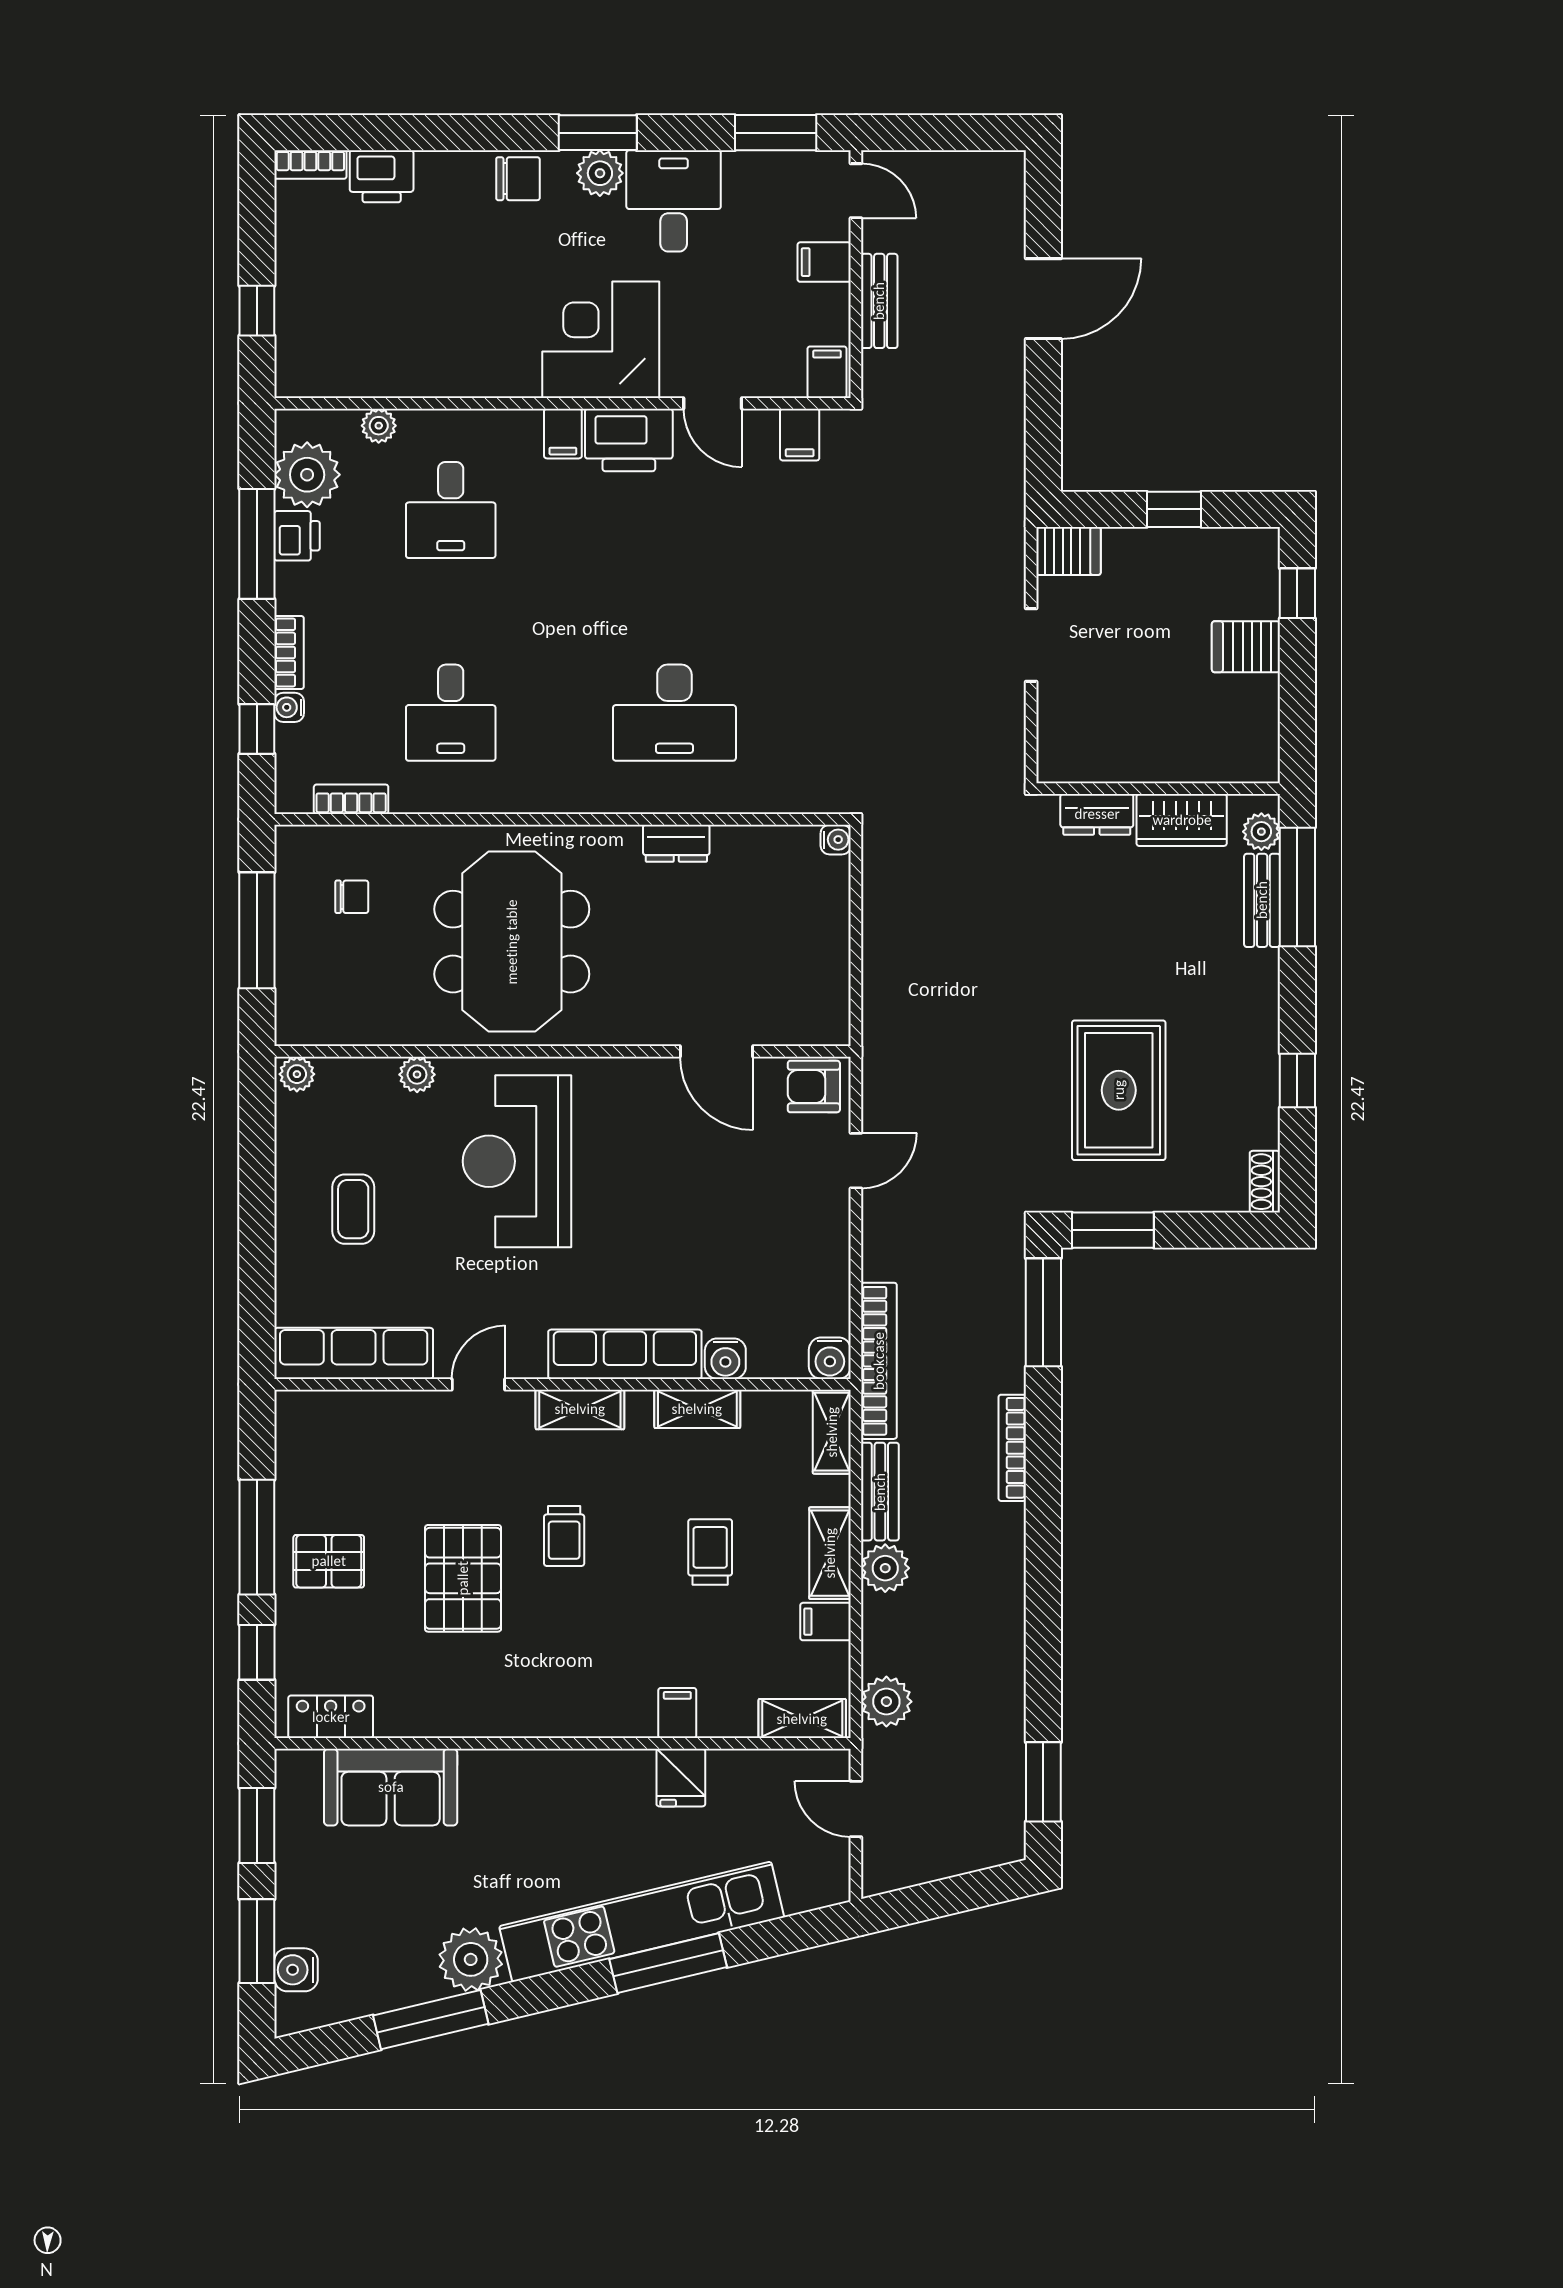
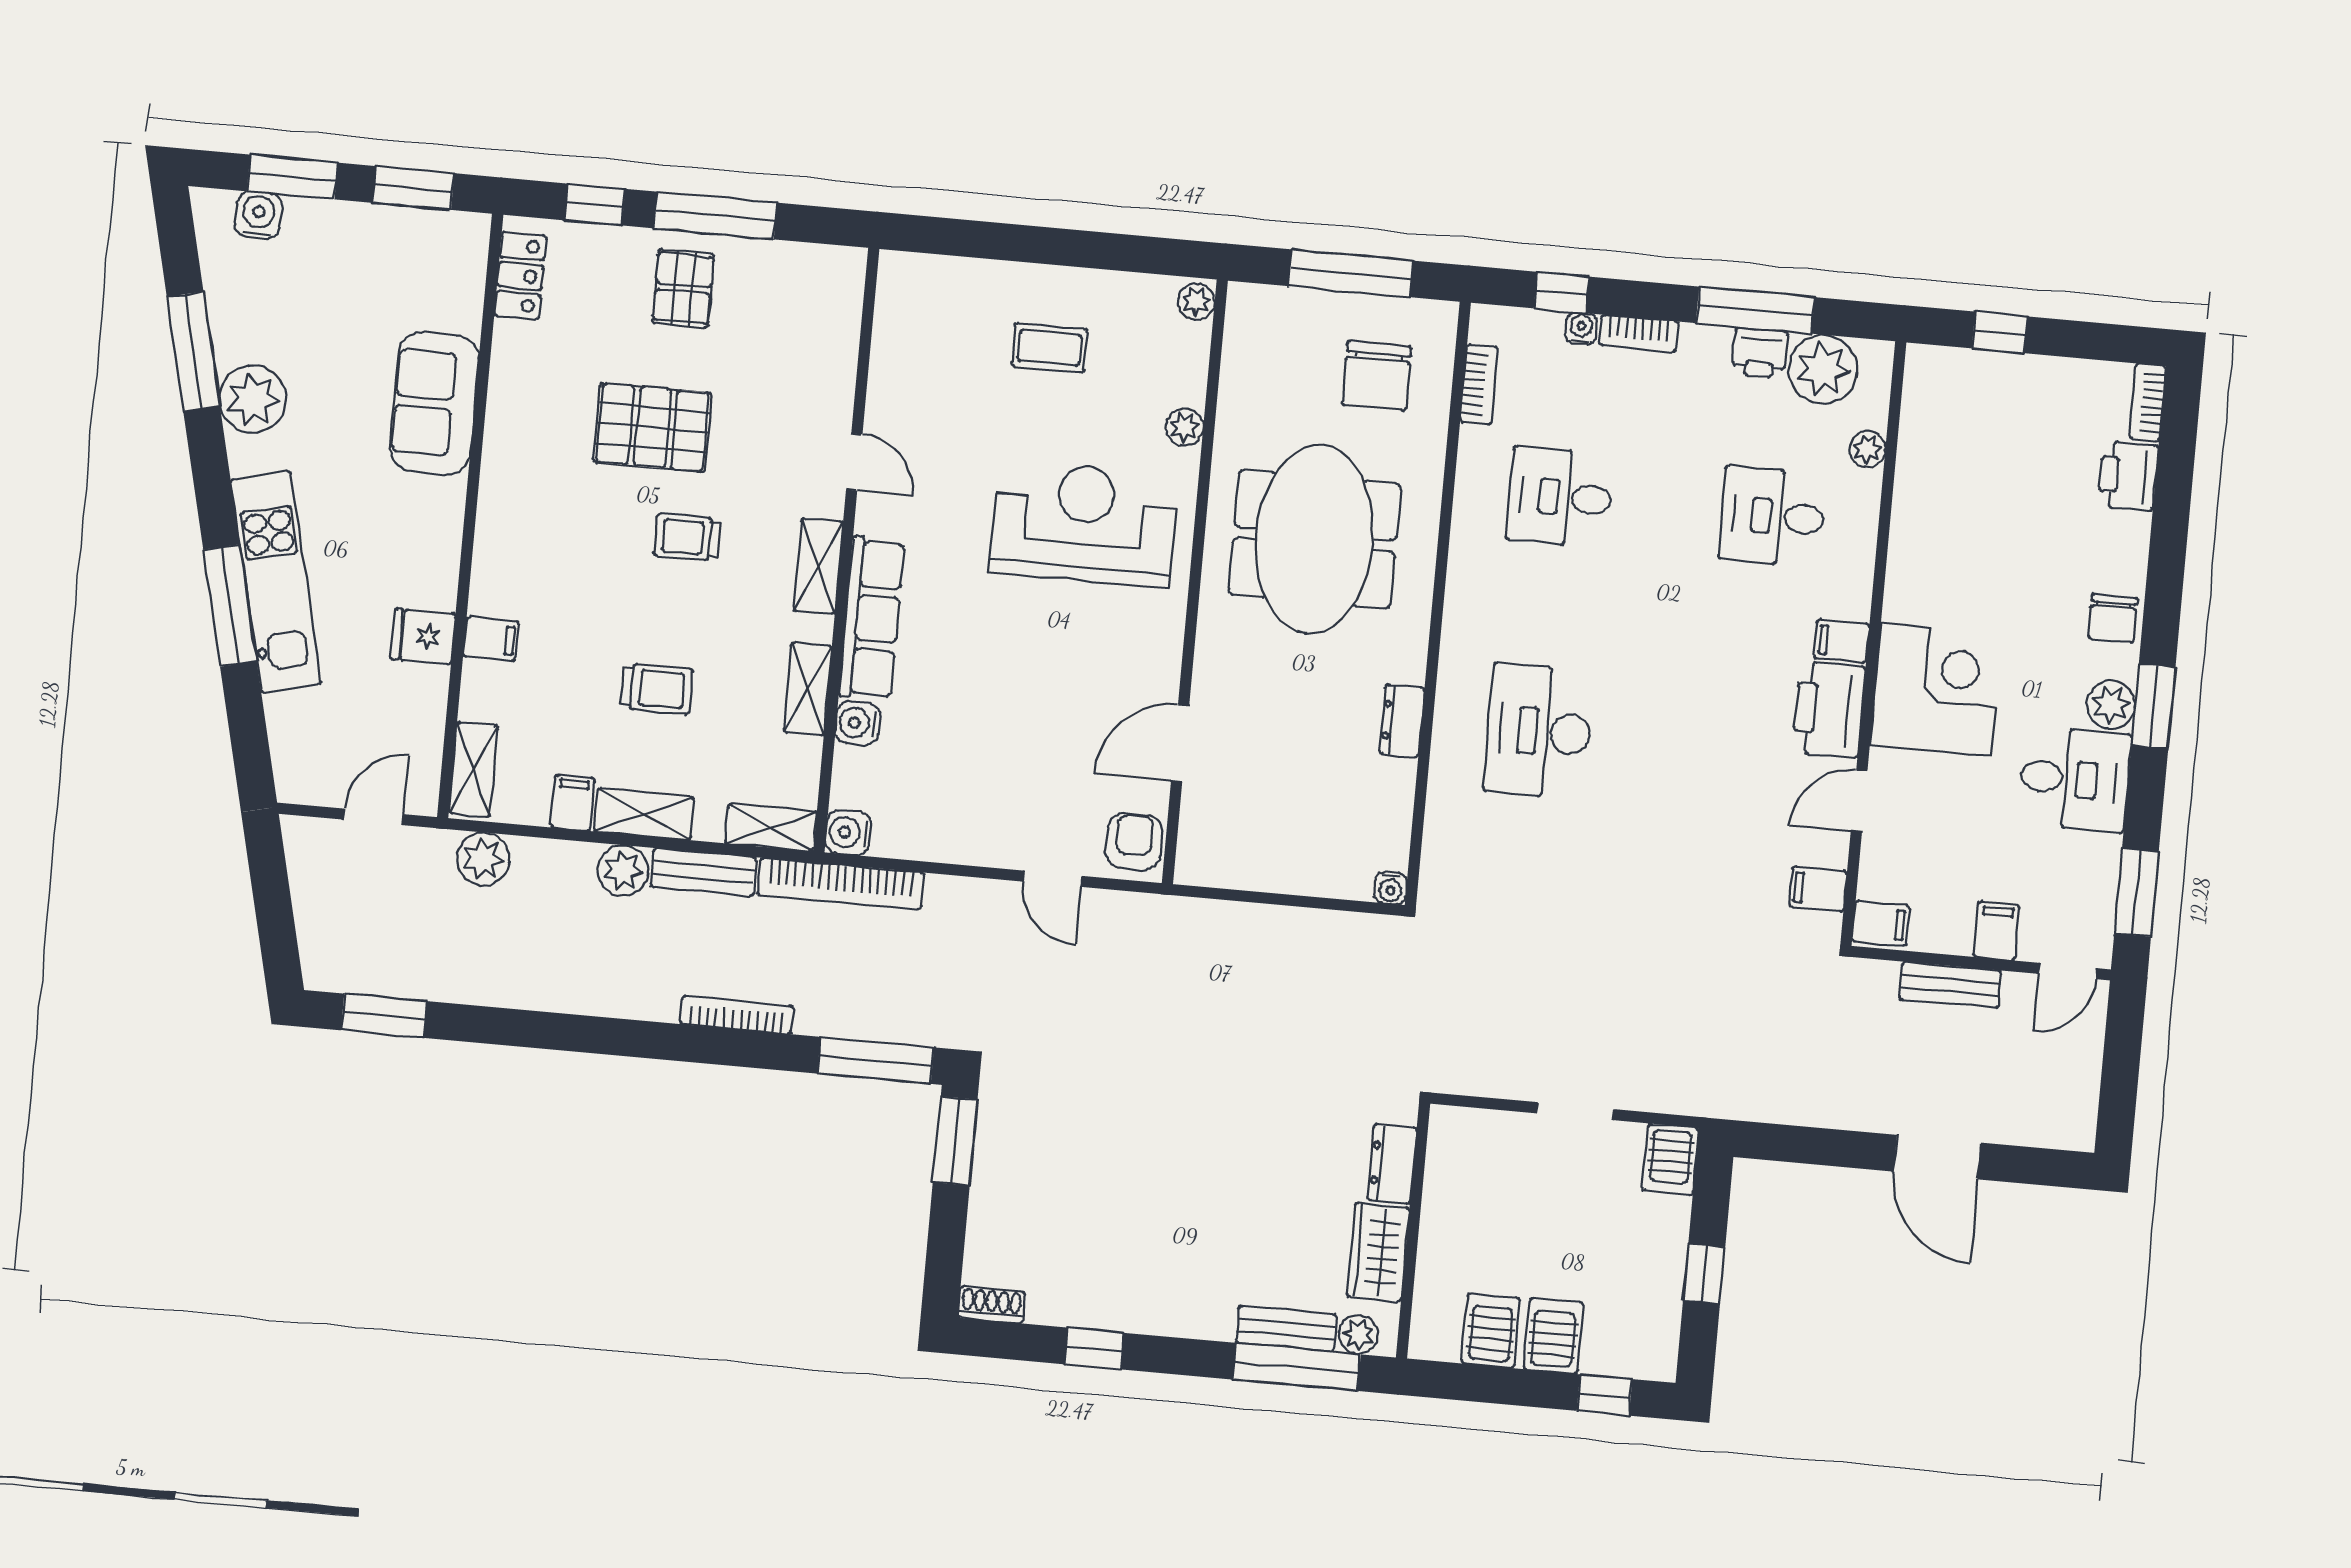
server rack: (1246, 706) -> (1491, 1331), added
chair: (352, 897) -> (1377, 376), width x1.87, depth x1.87
meeting table: (512, 942) -> (1315, 539), turned 90
rug: (1119, 1090) -> (1101, 1161), removed
row of seats: (354, 1353) -> (898, 334), removed
sofa: (391, 1787) -> (434, 403), moved
kitchen unit: (642, 1922) -> (276, 582), width x0.73

